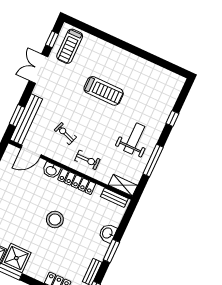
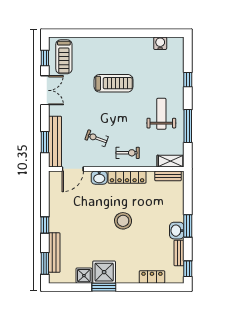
double door: (39, 69) -> (45, 90), swing flipped
water cooler: (163, 74) -> (160, 43), added
washbasin: (108, 233) -> (177, 231), moved

